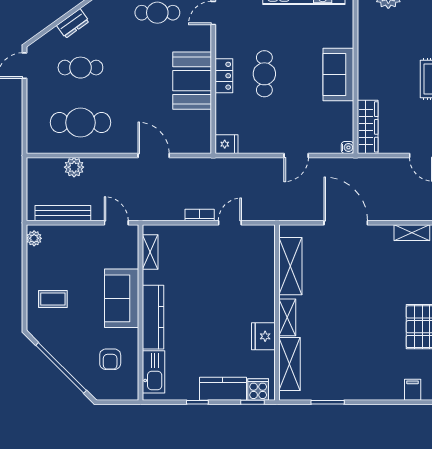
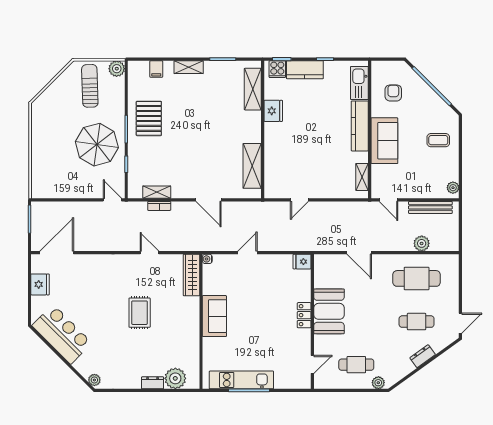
cafe table: (264, 74) -> (272, 317), removed
bookcase: (200, 215) -> (159, 206), moved
door: (346, 223) -> (209, 200), width x0.73
shelving: (287, 317) -> (189, 67), moved, turned 90

